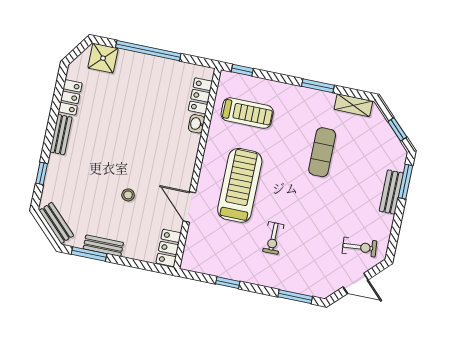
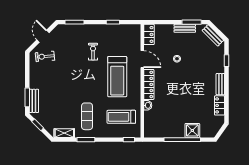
shower: (103, 58) -> (192, 130), moved
locker: (200, 96) -> (149, 84), moved, width x1.53
exercise mat: (322, 152) -> (87, 116), moved
bench: (391, 192) -> (34, 101), moved
door: (356, 283) -> (43, 36), hinge flipped

